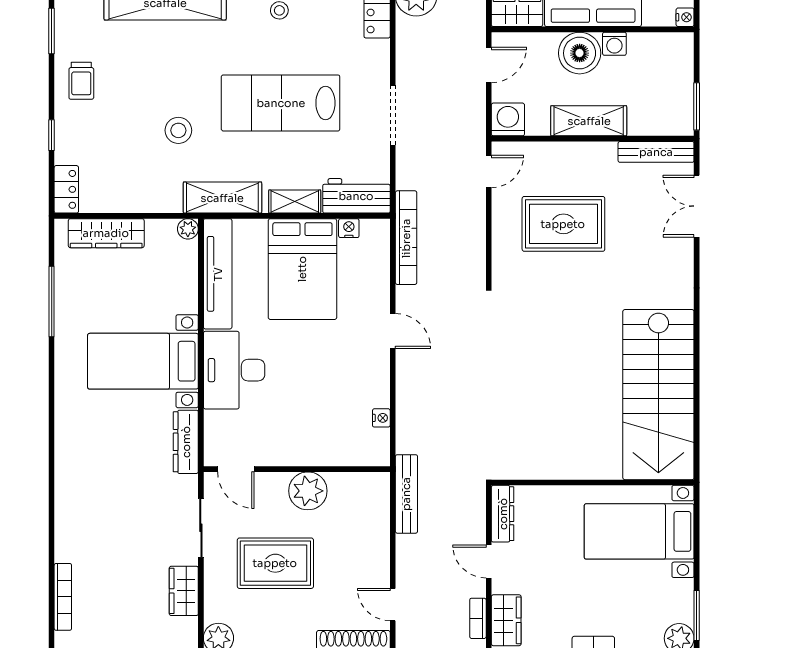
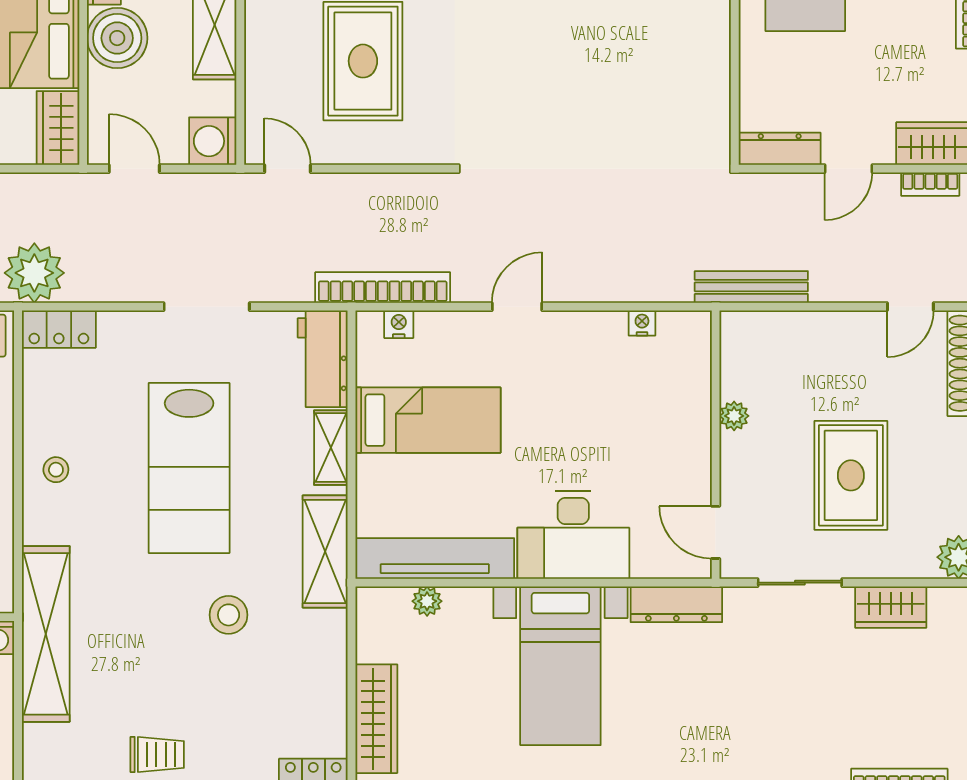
nightstand: (349, 228) -> (399, 324), moved, turned 90
plant: (188, 229) -> (427, 601), moved
bed: (302, 269) -> (428, 420), width x0.67
door: (236, 469) -> (716, 532), swing flipped
plant: (308, 491) -> (734, 416), width x0.53, depth x0.53

